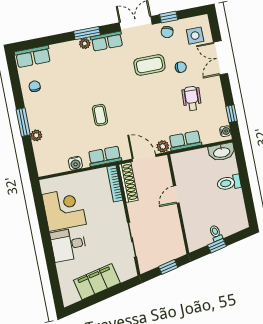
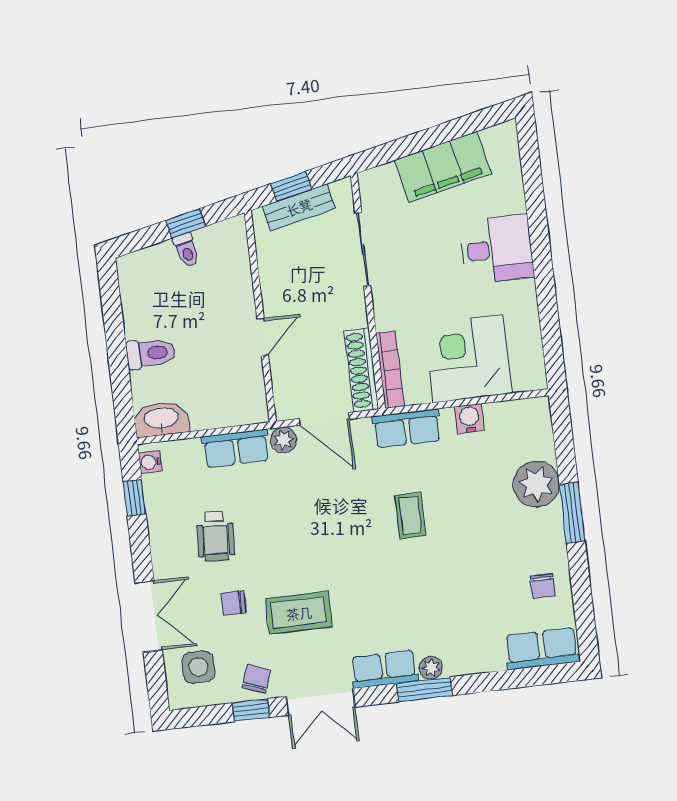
plant: (36, 135) -> (536, 484), width x1.88, depth x1.88
corner desk: (64, 209) -> (468, 359), moved, turned 90
bench: (164, 257) -> (299, 207), added

